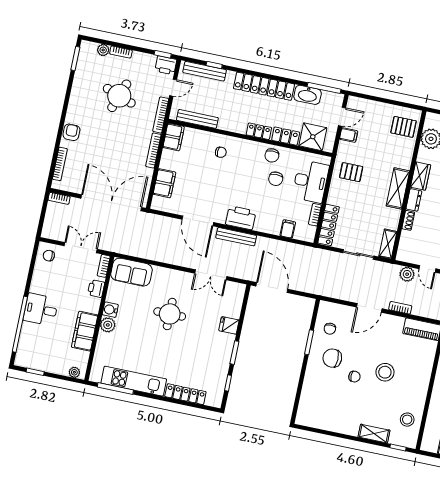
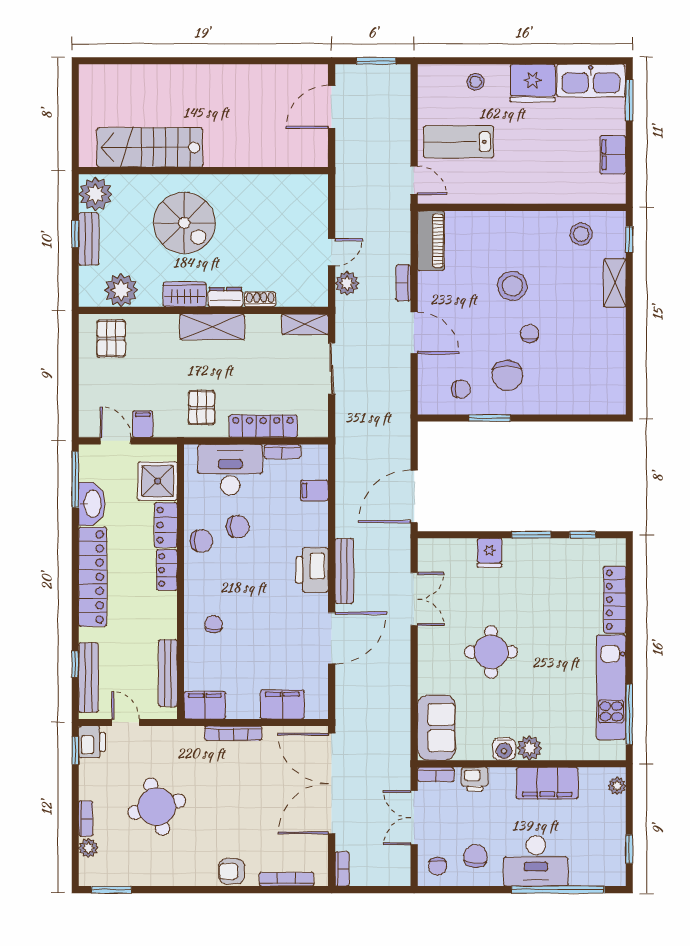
round table: (119, 96) -> (157, 807), turned -35
bookcase: (161, 115) -> (174, 733), removed
locker: (329, 225) -> (263, 426), moved
chair: (50, 279) -> (476, 856), added
desk: (41, 309) -> (536, 861), width x1.37

